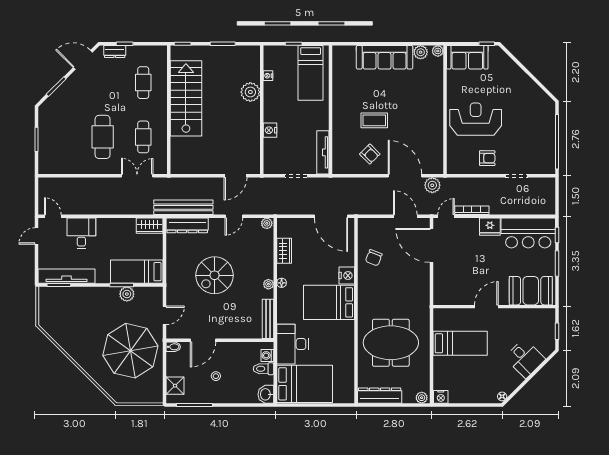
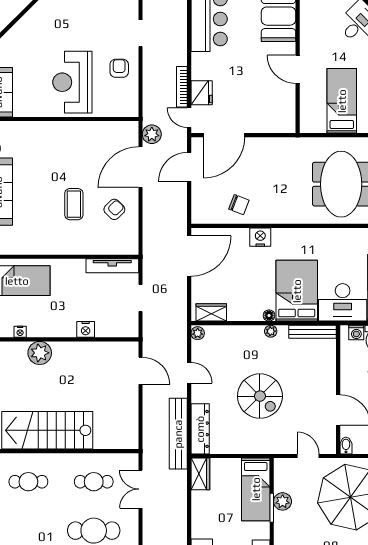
fridge: (490, 227) -> (202, 93), moved
wardrobe: (284, 251) -> (211, 312), moved
bed: (329, 302) -> (297, 291), moved, turned 180

